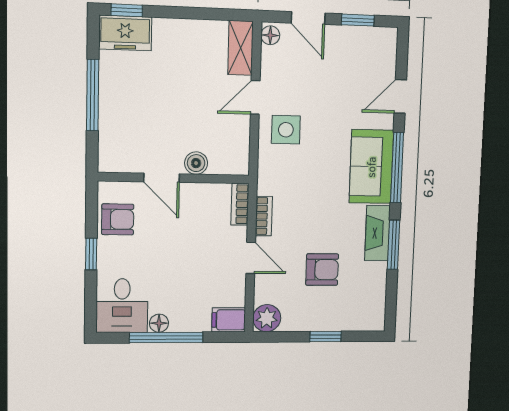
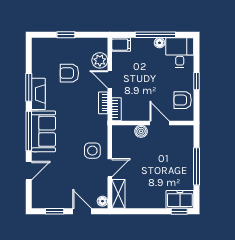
plant: (267, 318) -> (100, 60), moved

